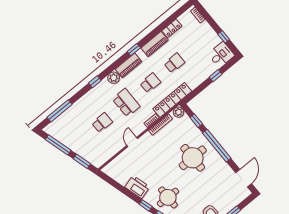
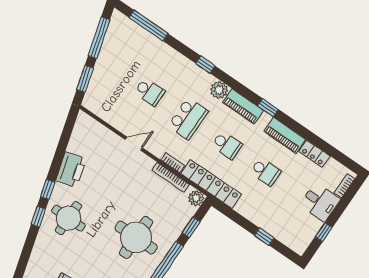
desk: (221, 55) -> (320, 202), moved

